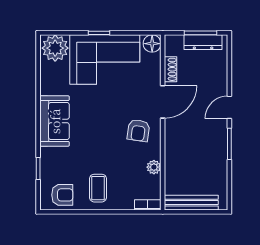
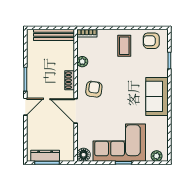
plant: (55, 48) -> (157, 156), width x0.53, depth x0.53
shoe rack: (171, 69) -> (70, 80), moved
door: (163, 102) -> (76, 111), hinge flipped

